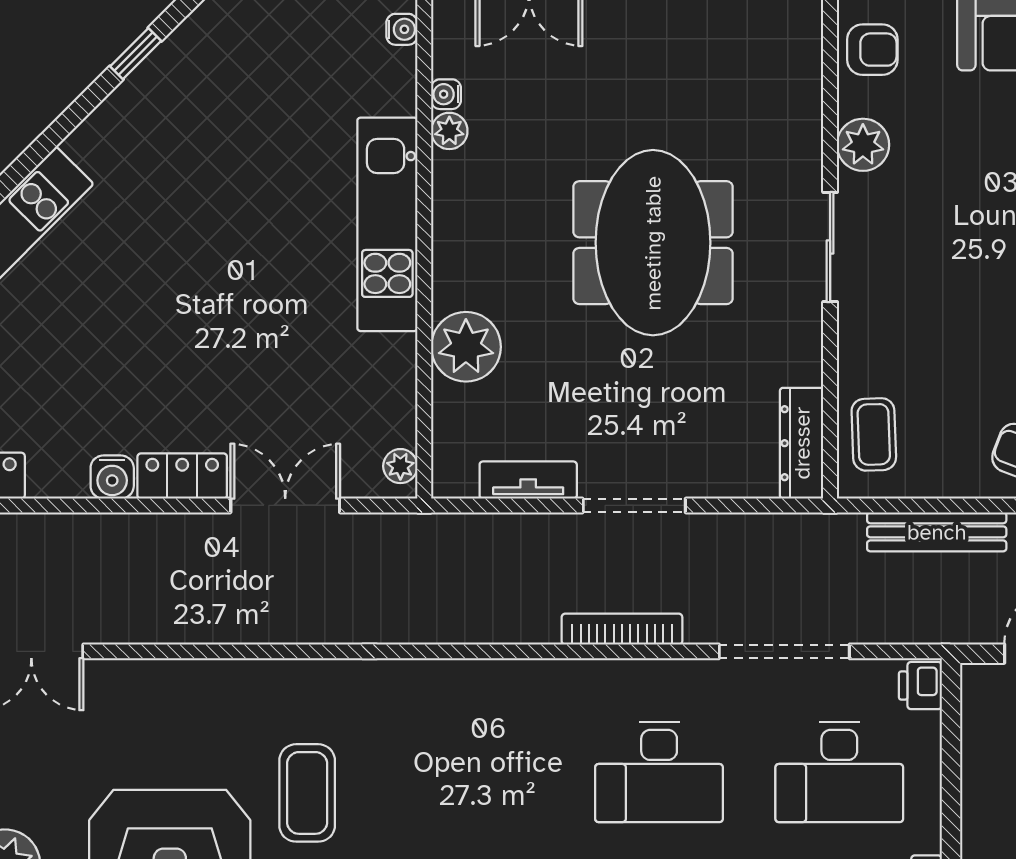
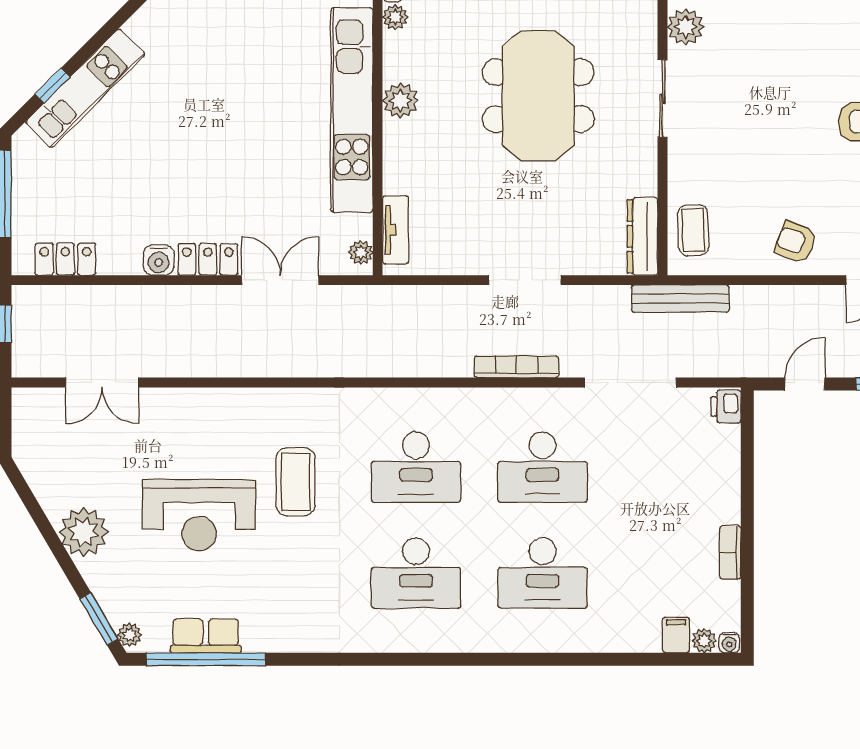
kitchen unit: (387, 224) -> (352, 110), width x1.36
plant: (466, 347) -> (400, 101), moved, width x0.73, depth x0.73
tv unit: (528, 480) -> (396, 230), moved, turned 90
bench: (937, 532) -> (680, 299), moved
desk: (839, 772) -> (416, 467), moved

